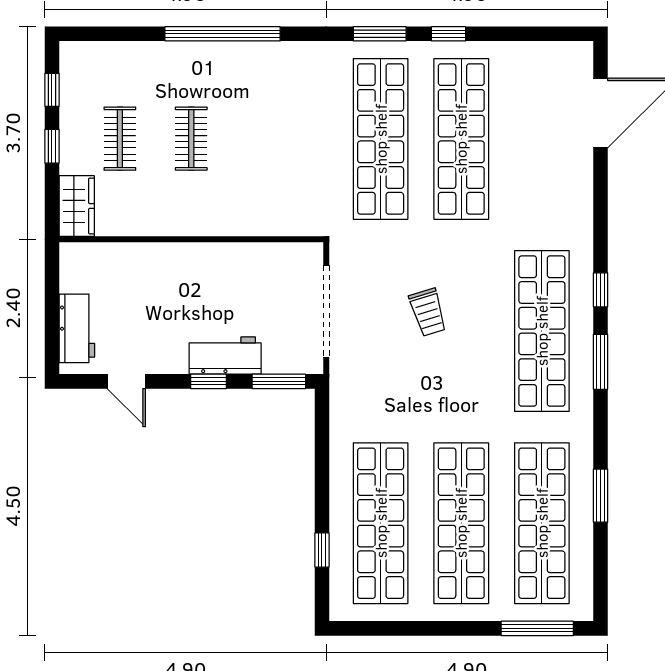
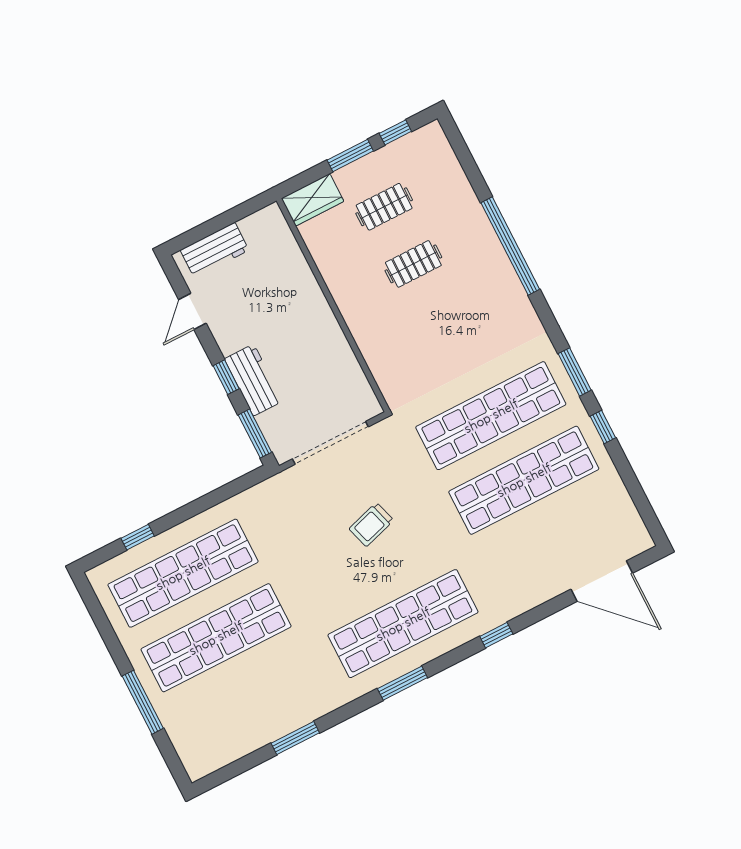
window: (52, 146) -> (350, 155), width x1.50
window: (601, 290) -> (496, 635), moved
shop shelf: (542, 523) -> (249, 702), removed
window: (537, 628) -> (143, 702), moved

